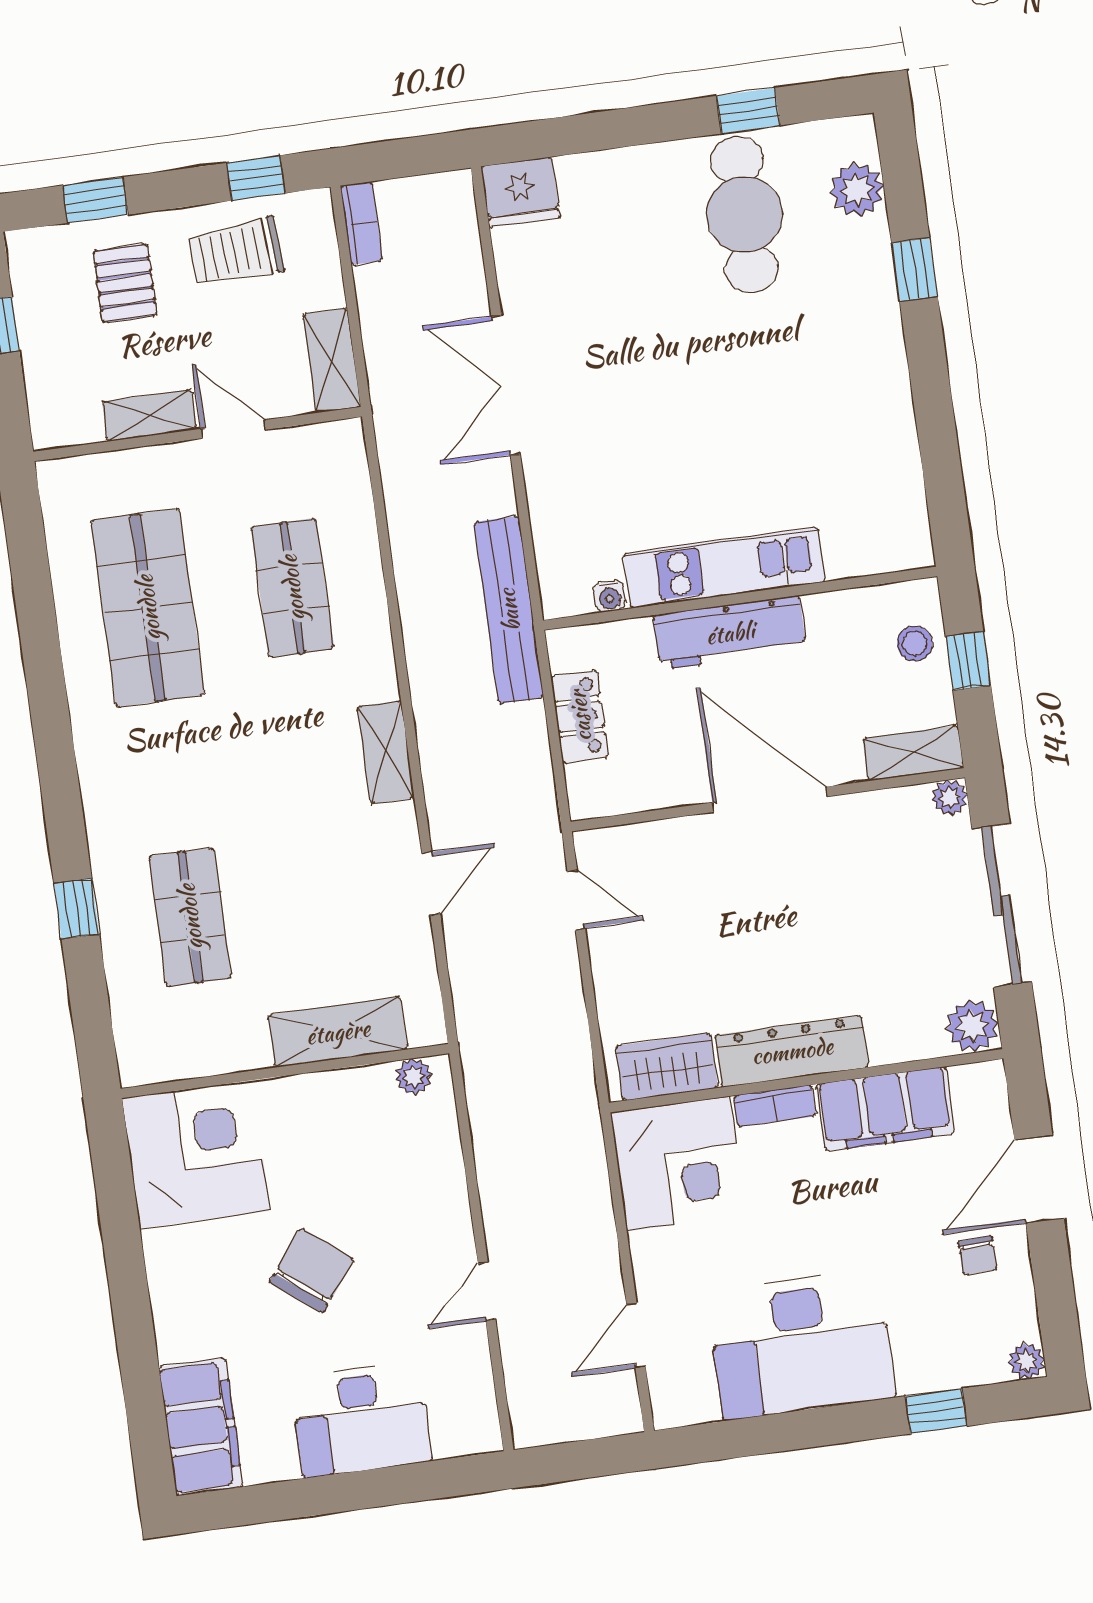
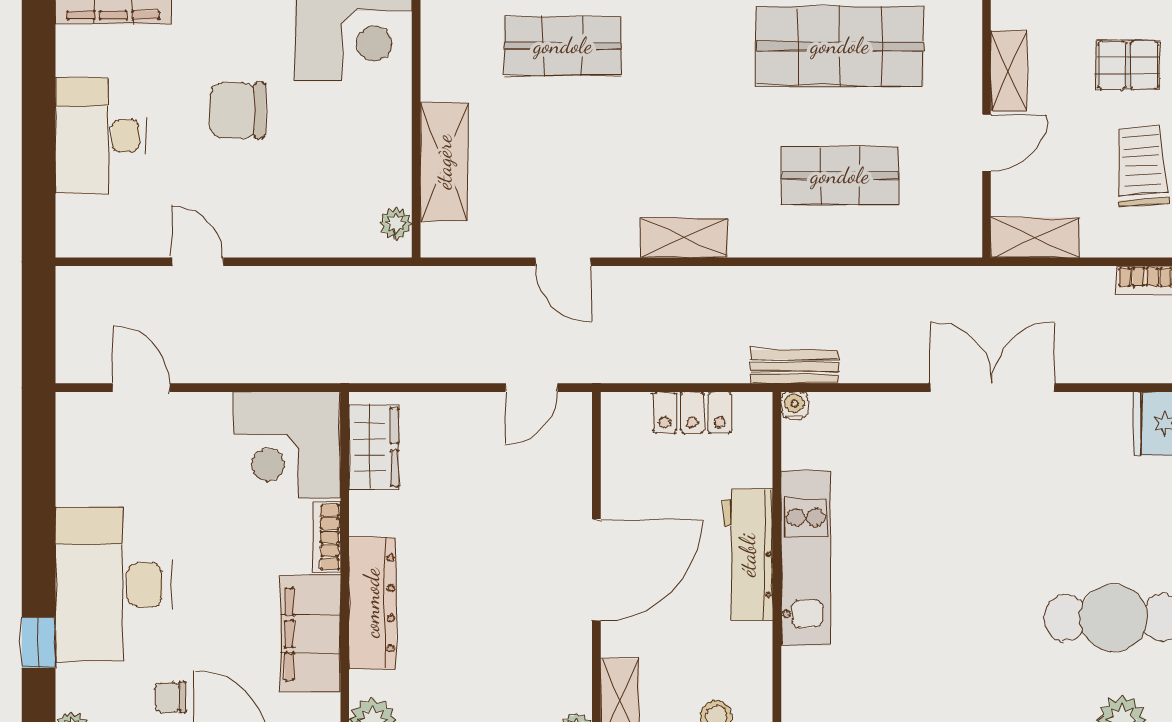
water cooler: (610, 596) -> (795, 405), moved, turned 90
bench: (509, 610) -> (795, 367), width x0.54, depth x0.82
dresser: (792, 1051) -> (372, 603), moved
chair: (312, 1270) -> (238, 110), turned 142
desk: (801, 1344) -> (113, 585), moved

